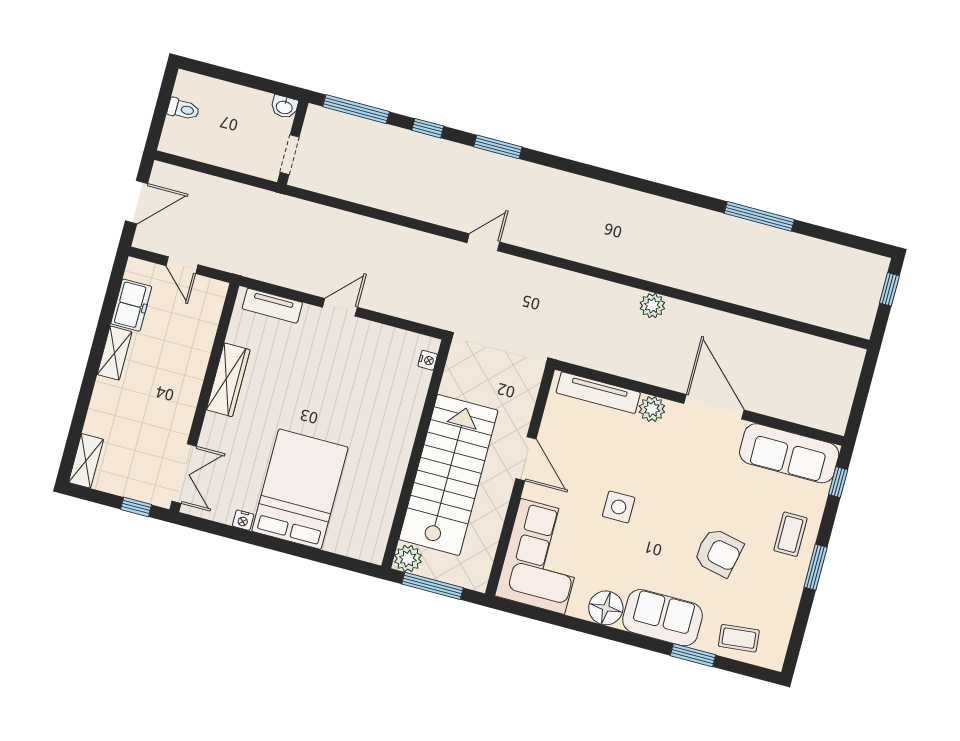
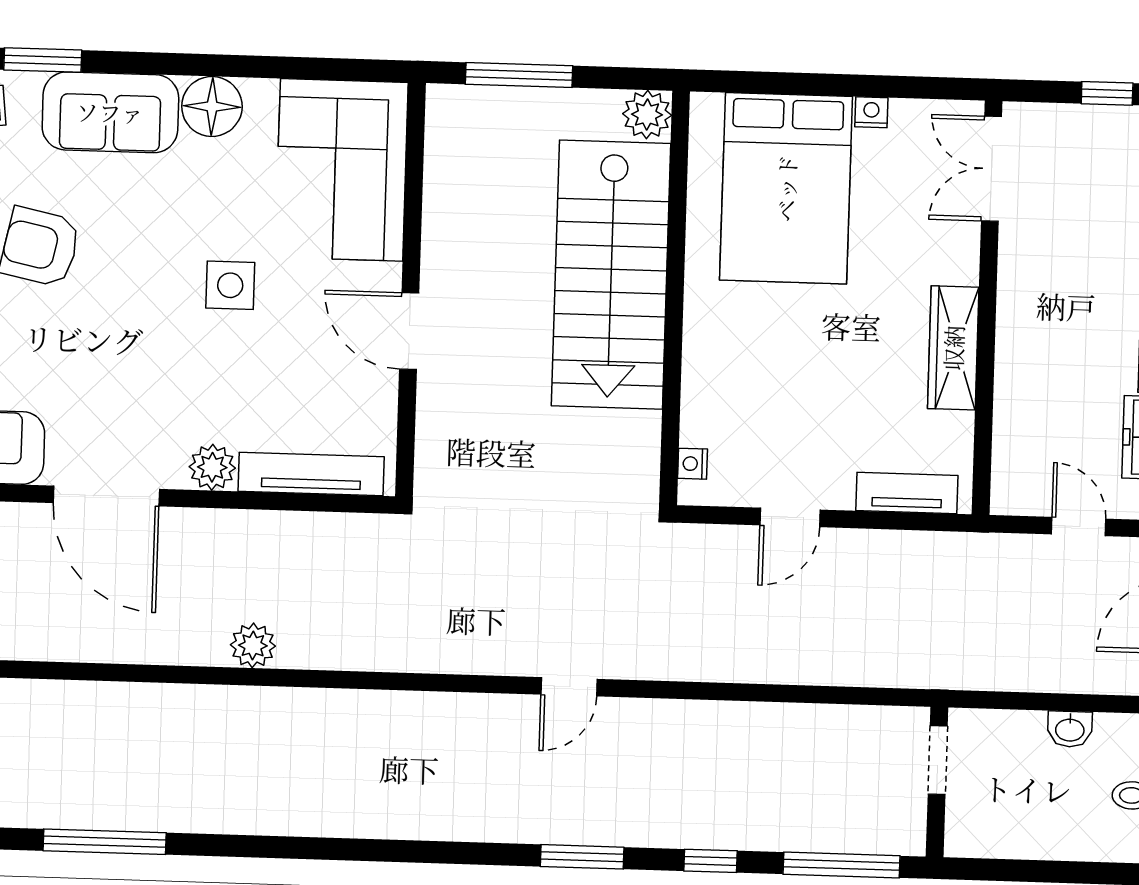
washbasin: (284, 107) -> (1070, 729), moved, turned 180
nightstand: (428, 360) -> (693, 464), moved
wall: (416, 454) -> (675, 298), moved
stairs: (448, 475) -> (611, 275), moved
window: (136, 507) -> (1107, 93), moved
plant: (408, 559) -> (647, 114), moved

